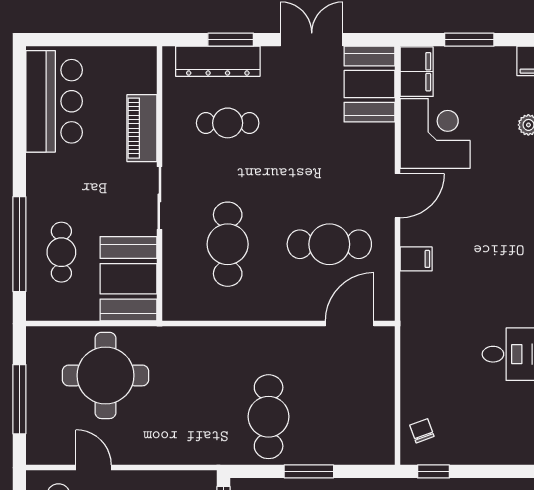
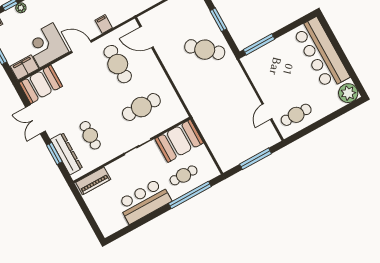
bar counter: (54, 101) -> (144, 201), moved
piano: (142, 128) -> (93, 181), moved
round table: (106, 375) -> (225, 128), removed
cafe table: (269, 417) -> (205, 50), turned 42

